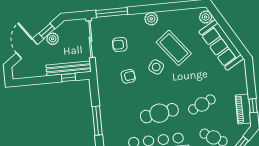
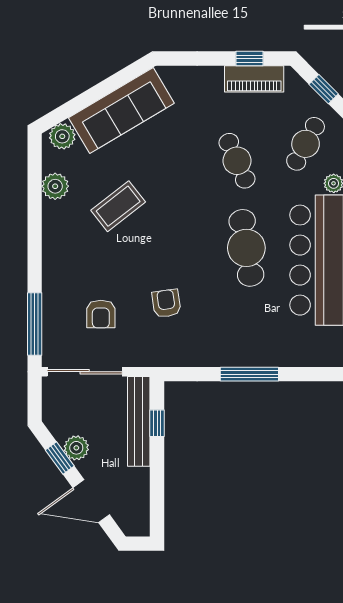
plant: (151, 19) -> (55, 186), moved
coffee table: (174, 48) -> (118, 206), width x0.73, depth x0.76
side table: (156, 67) -> (153, 245), removed

